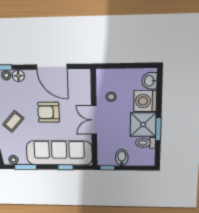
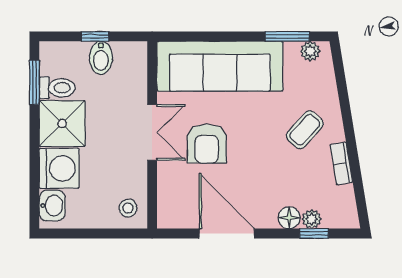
stool: (111, 97) -> (128, 208), moved
armchair: (49, 112) -> (207, 144), moved, turned 90
window: (158, 129) -> (34, 82), moved
window: (66, 167) -> (209, 36), removed
window: (107, 168) -> (95, 36), moved

